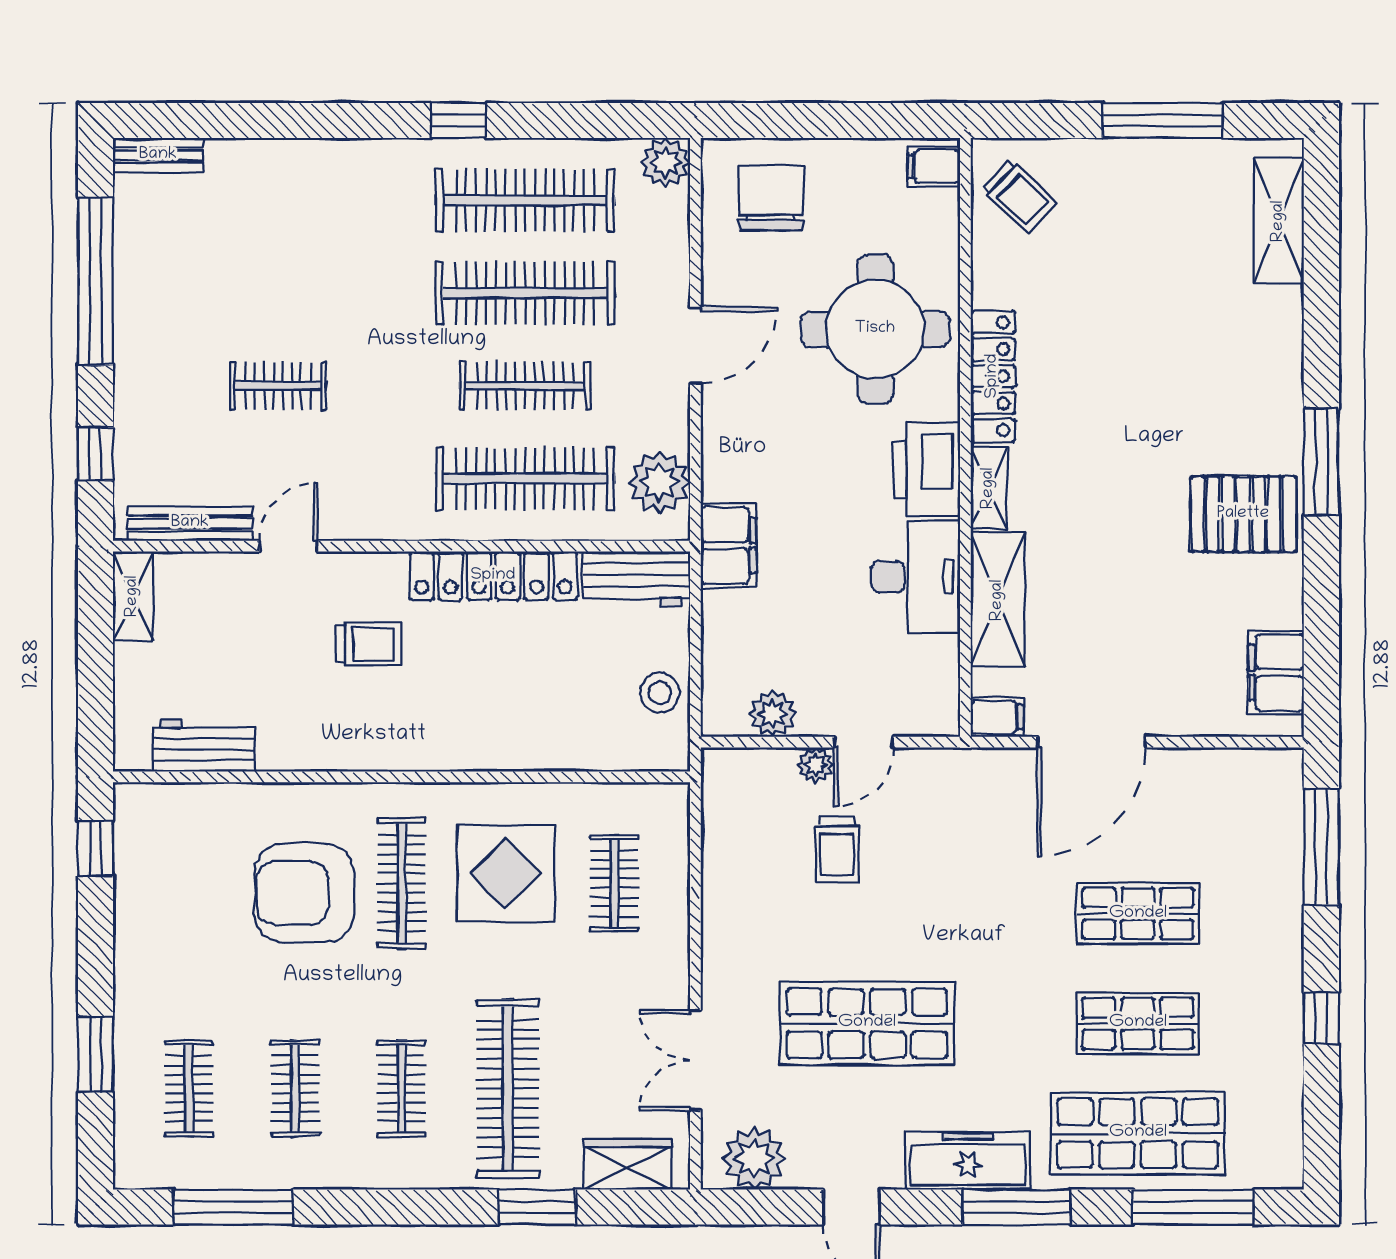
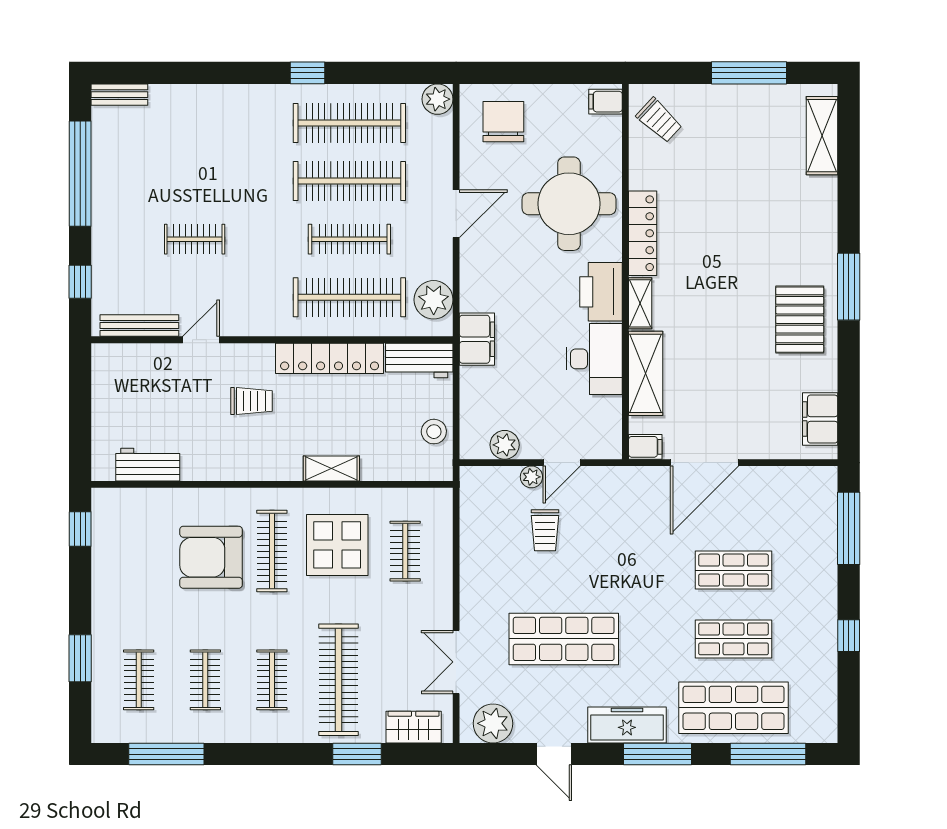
pallet: (1243, 514) -> (800, 320), turned 90
shelving: (133, 596) -> (331, 469), moved, turned 90

